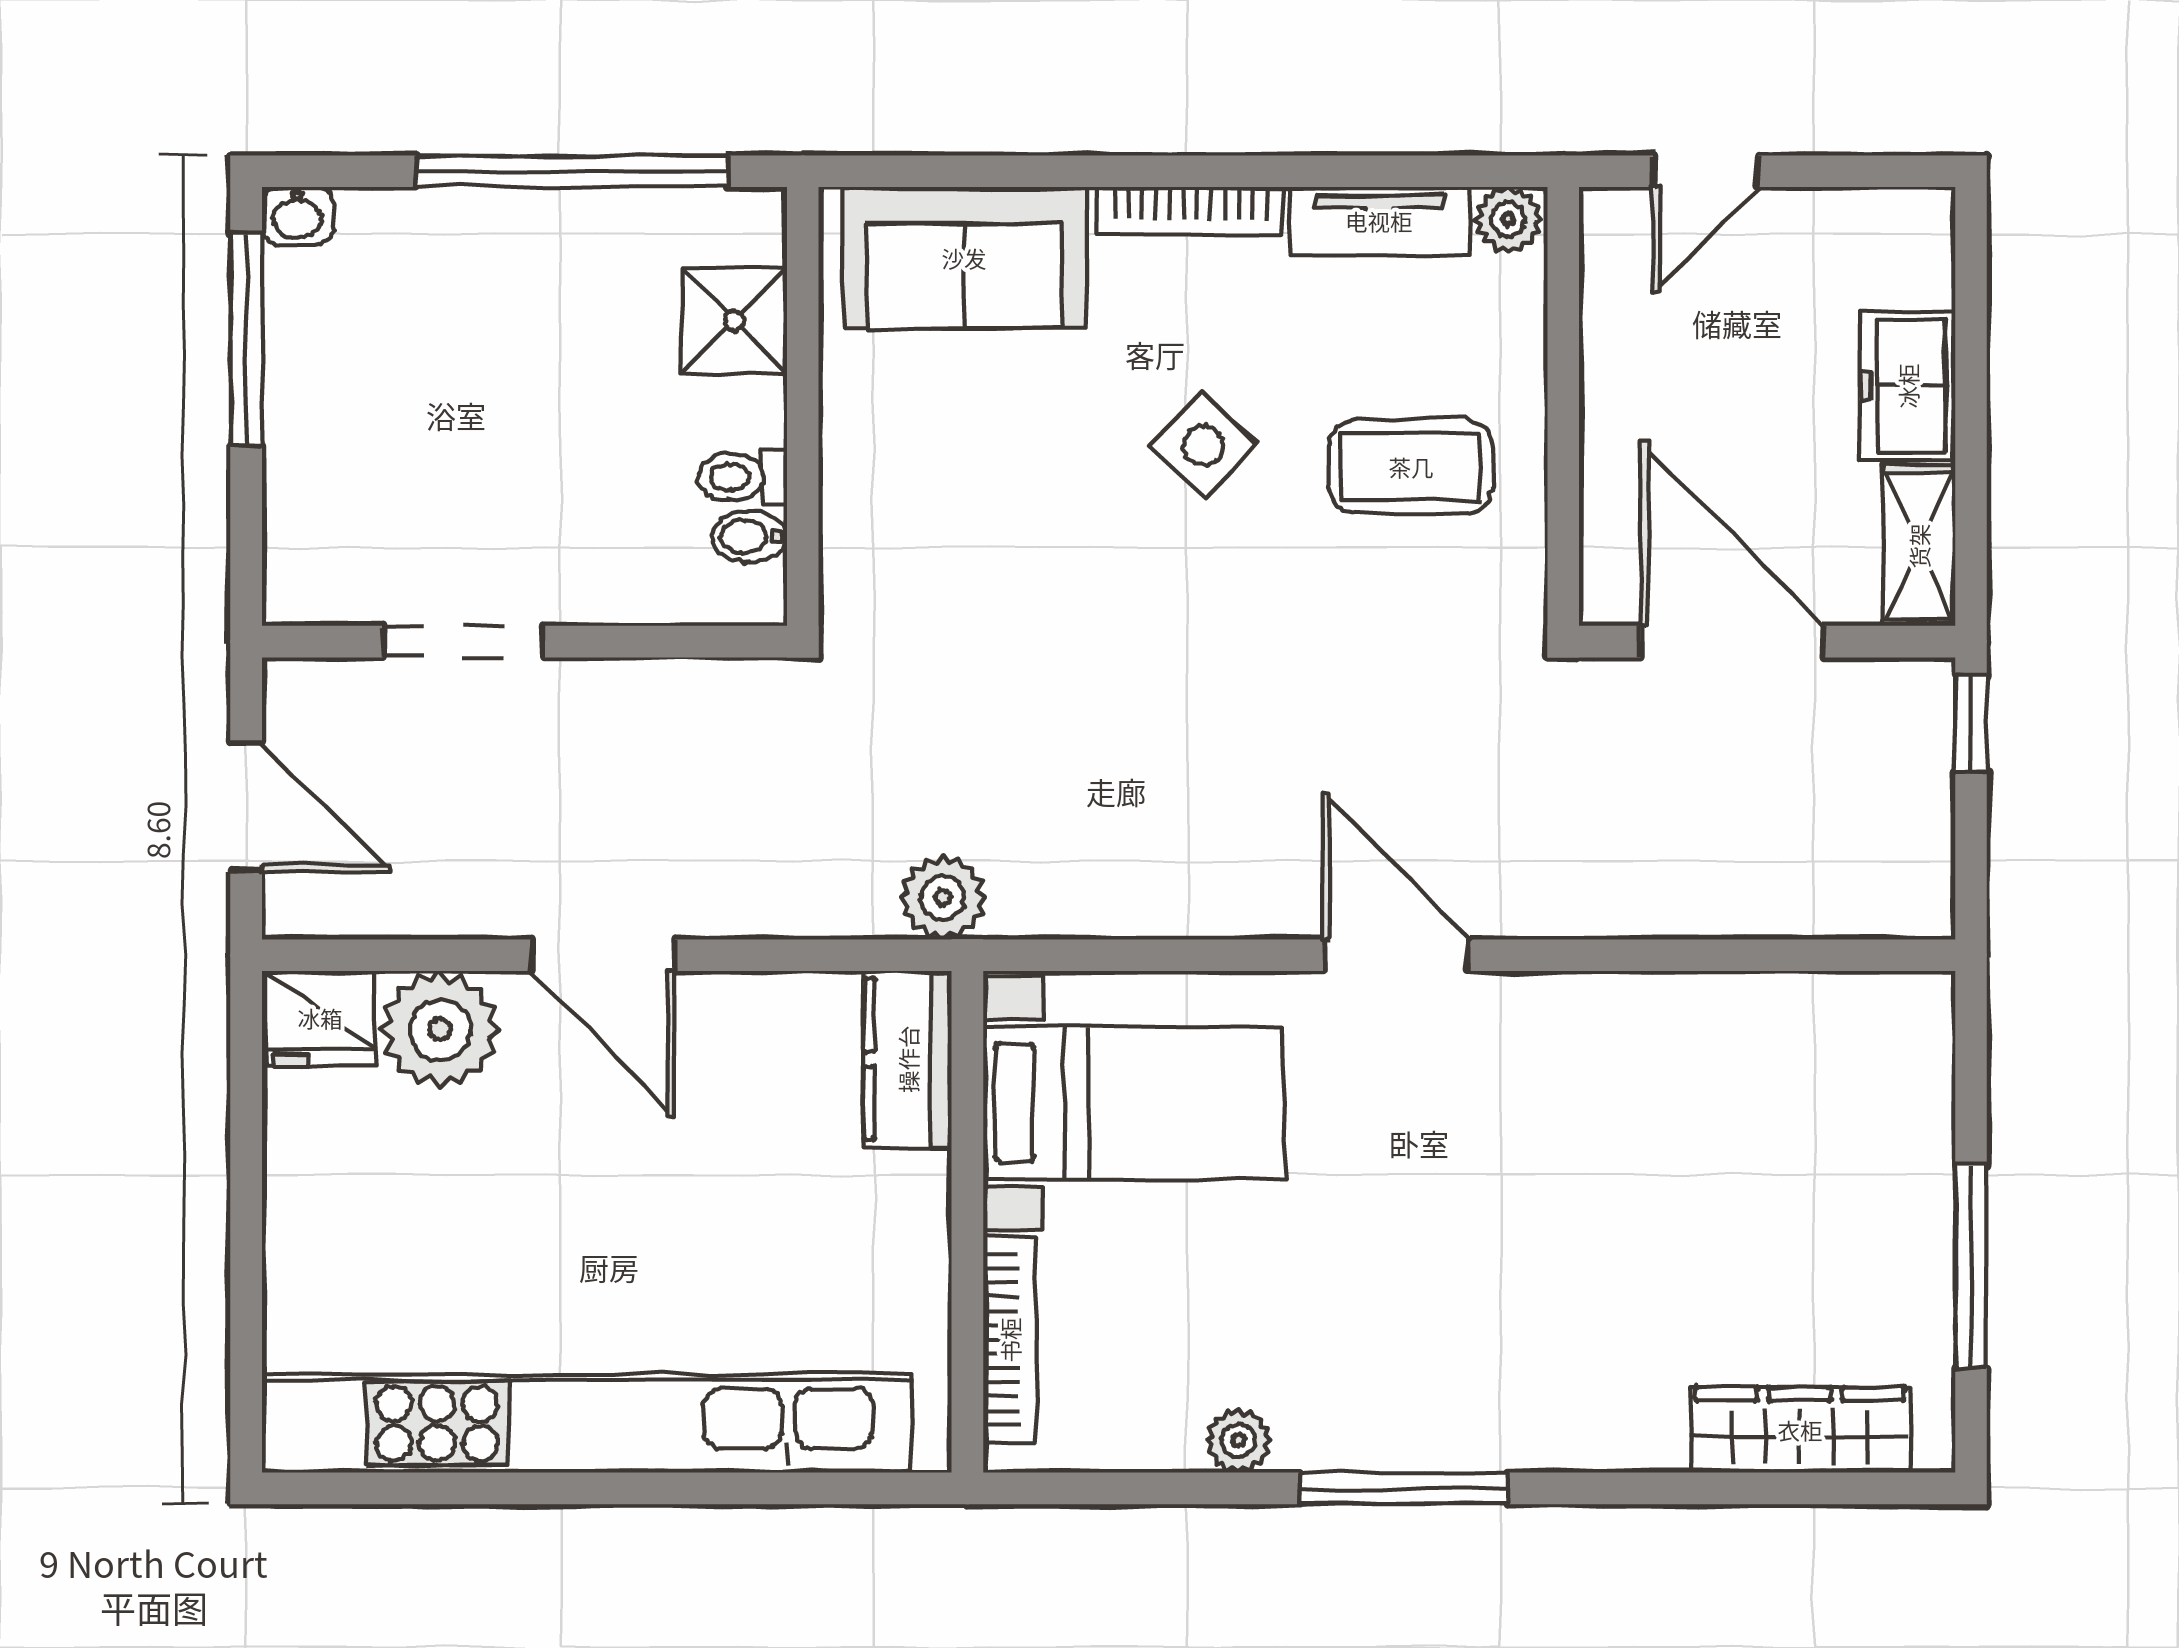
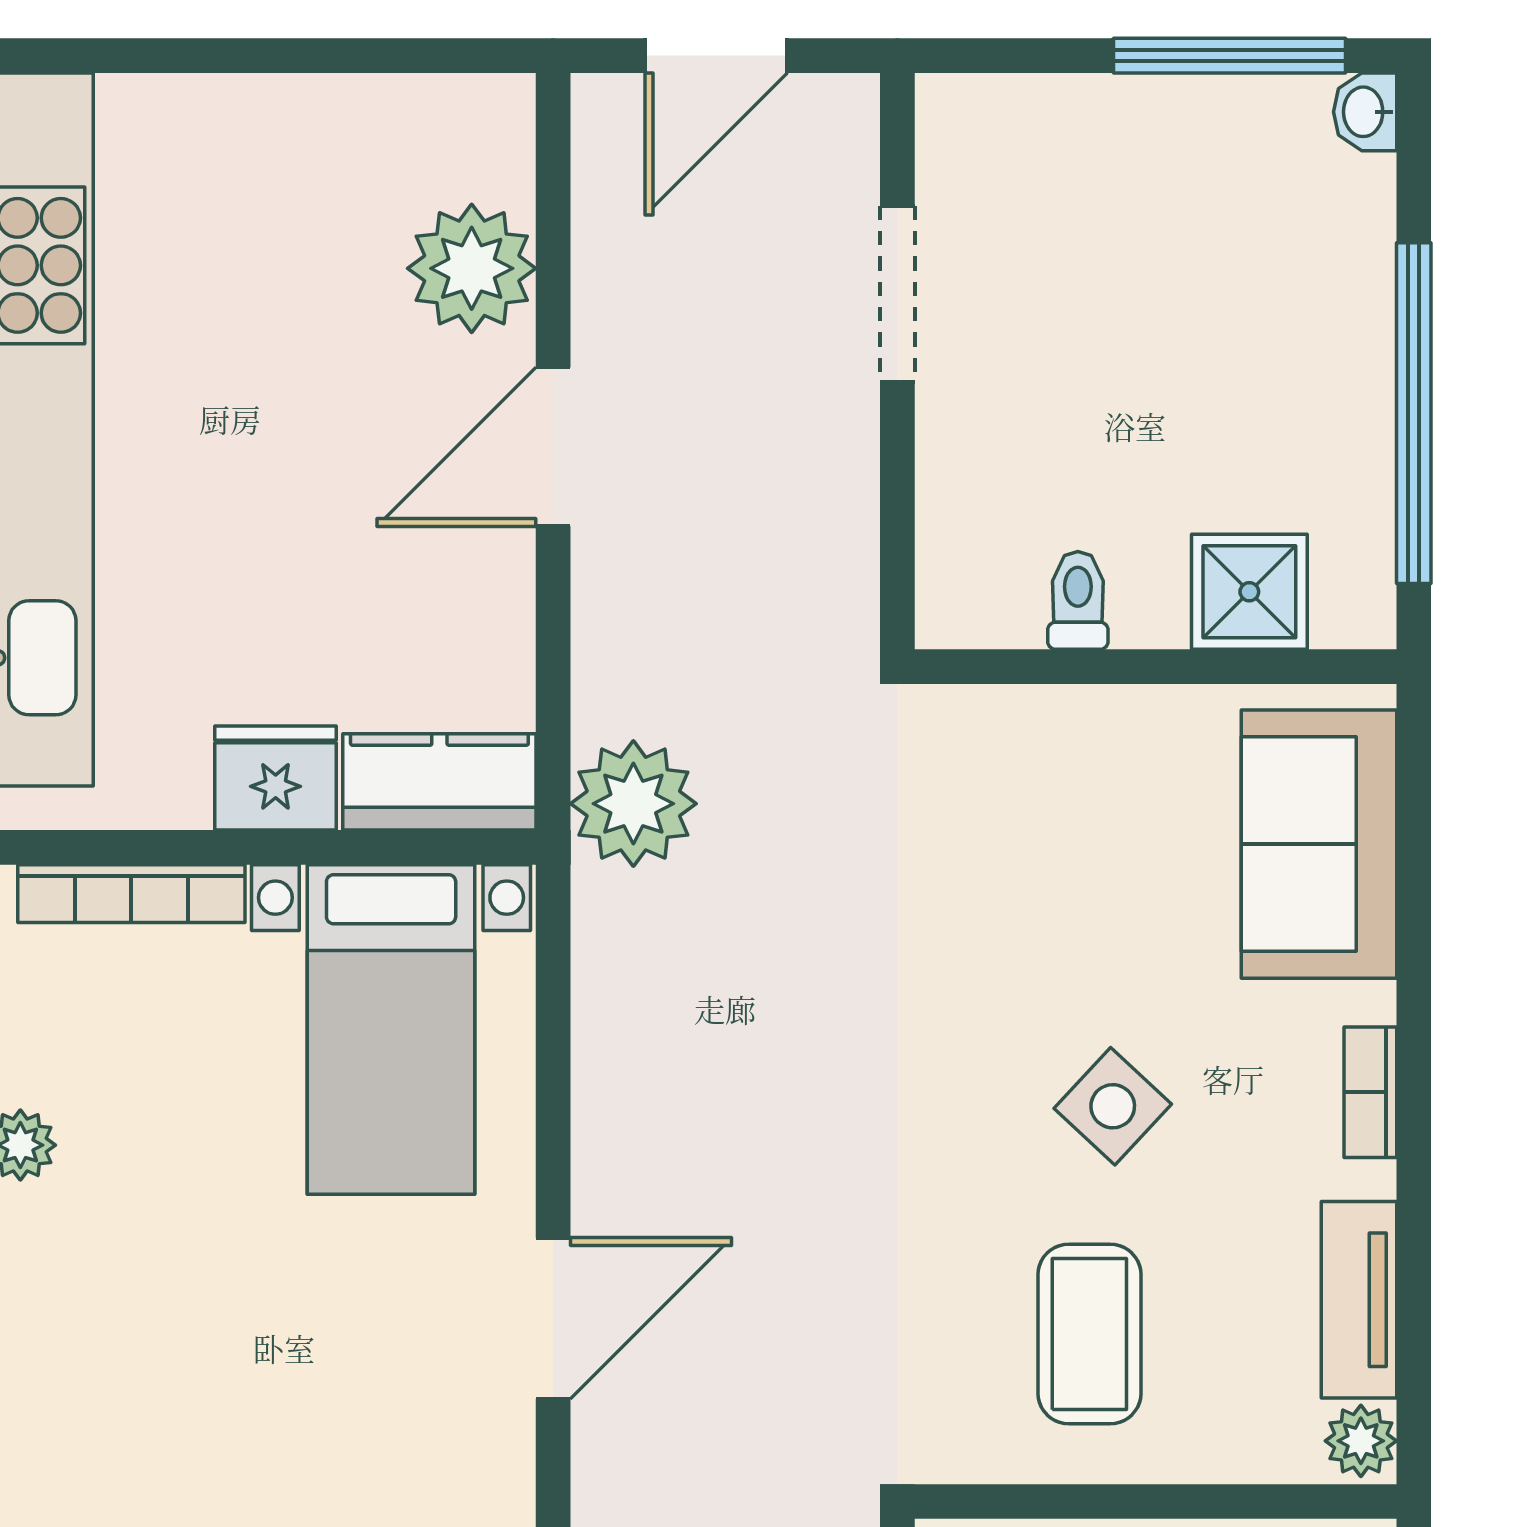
bookcase: (1190, 211) -> (1370, 1092), width x0.64
bidet: (749, 537) -> (1013, 608), removed
plant: (943, 897) -> (633, 804), width x1.36, depth x1.36
fridge: (320, 1018) -> (276, 778), moved, turned 90

